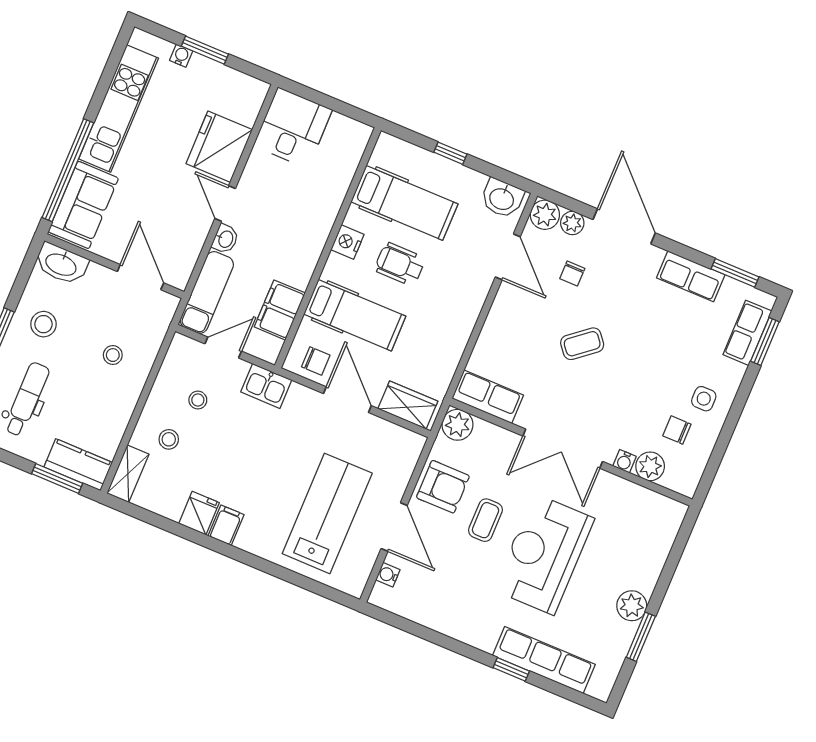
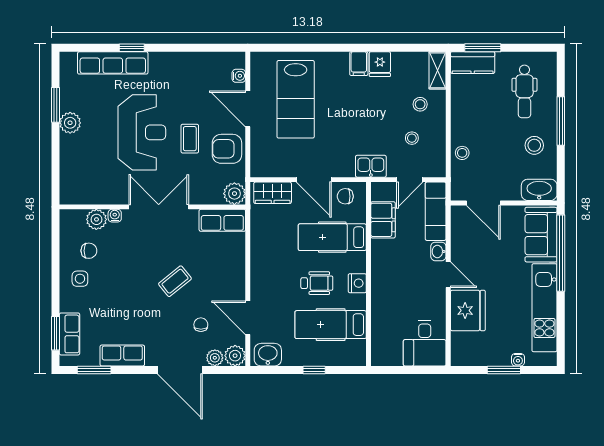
stool: (113, 355) -> (462, 153), moved

